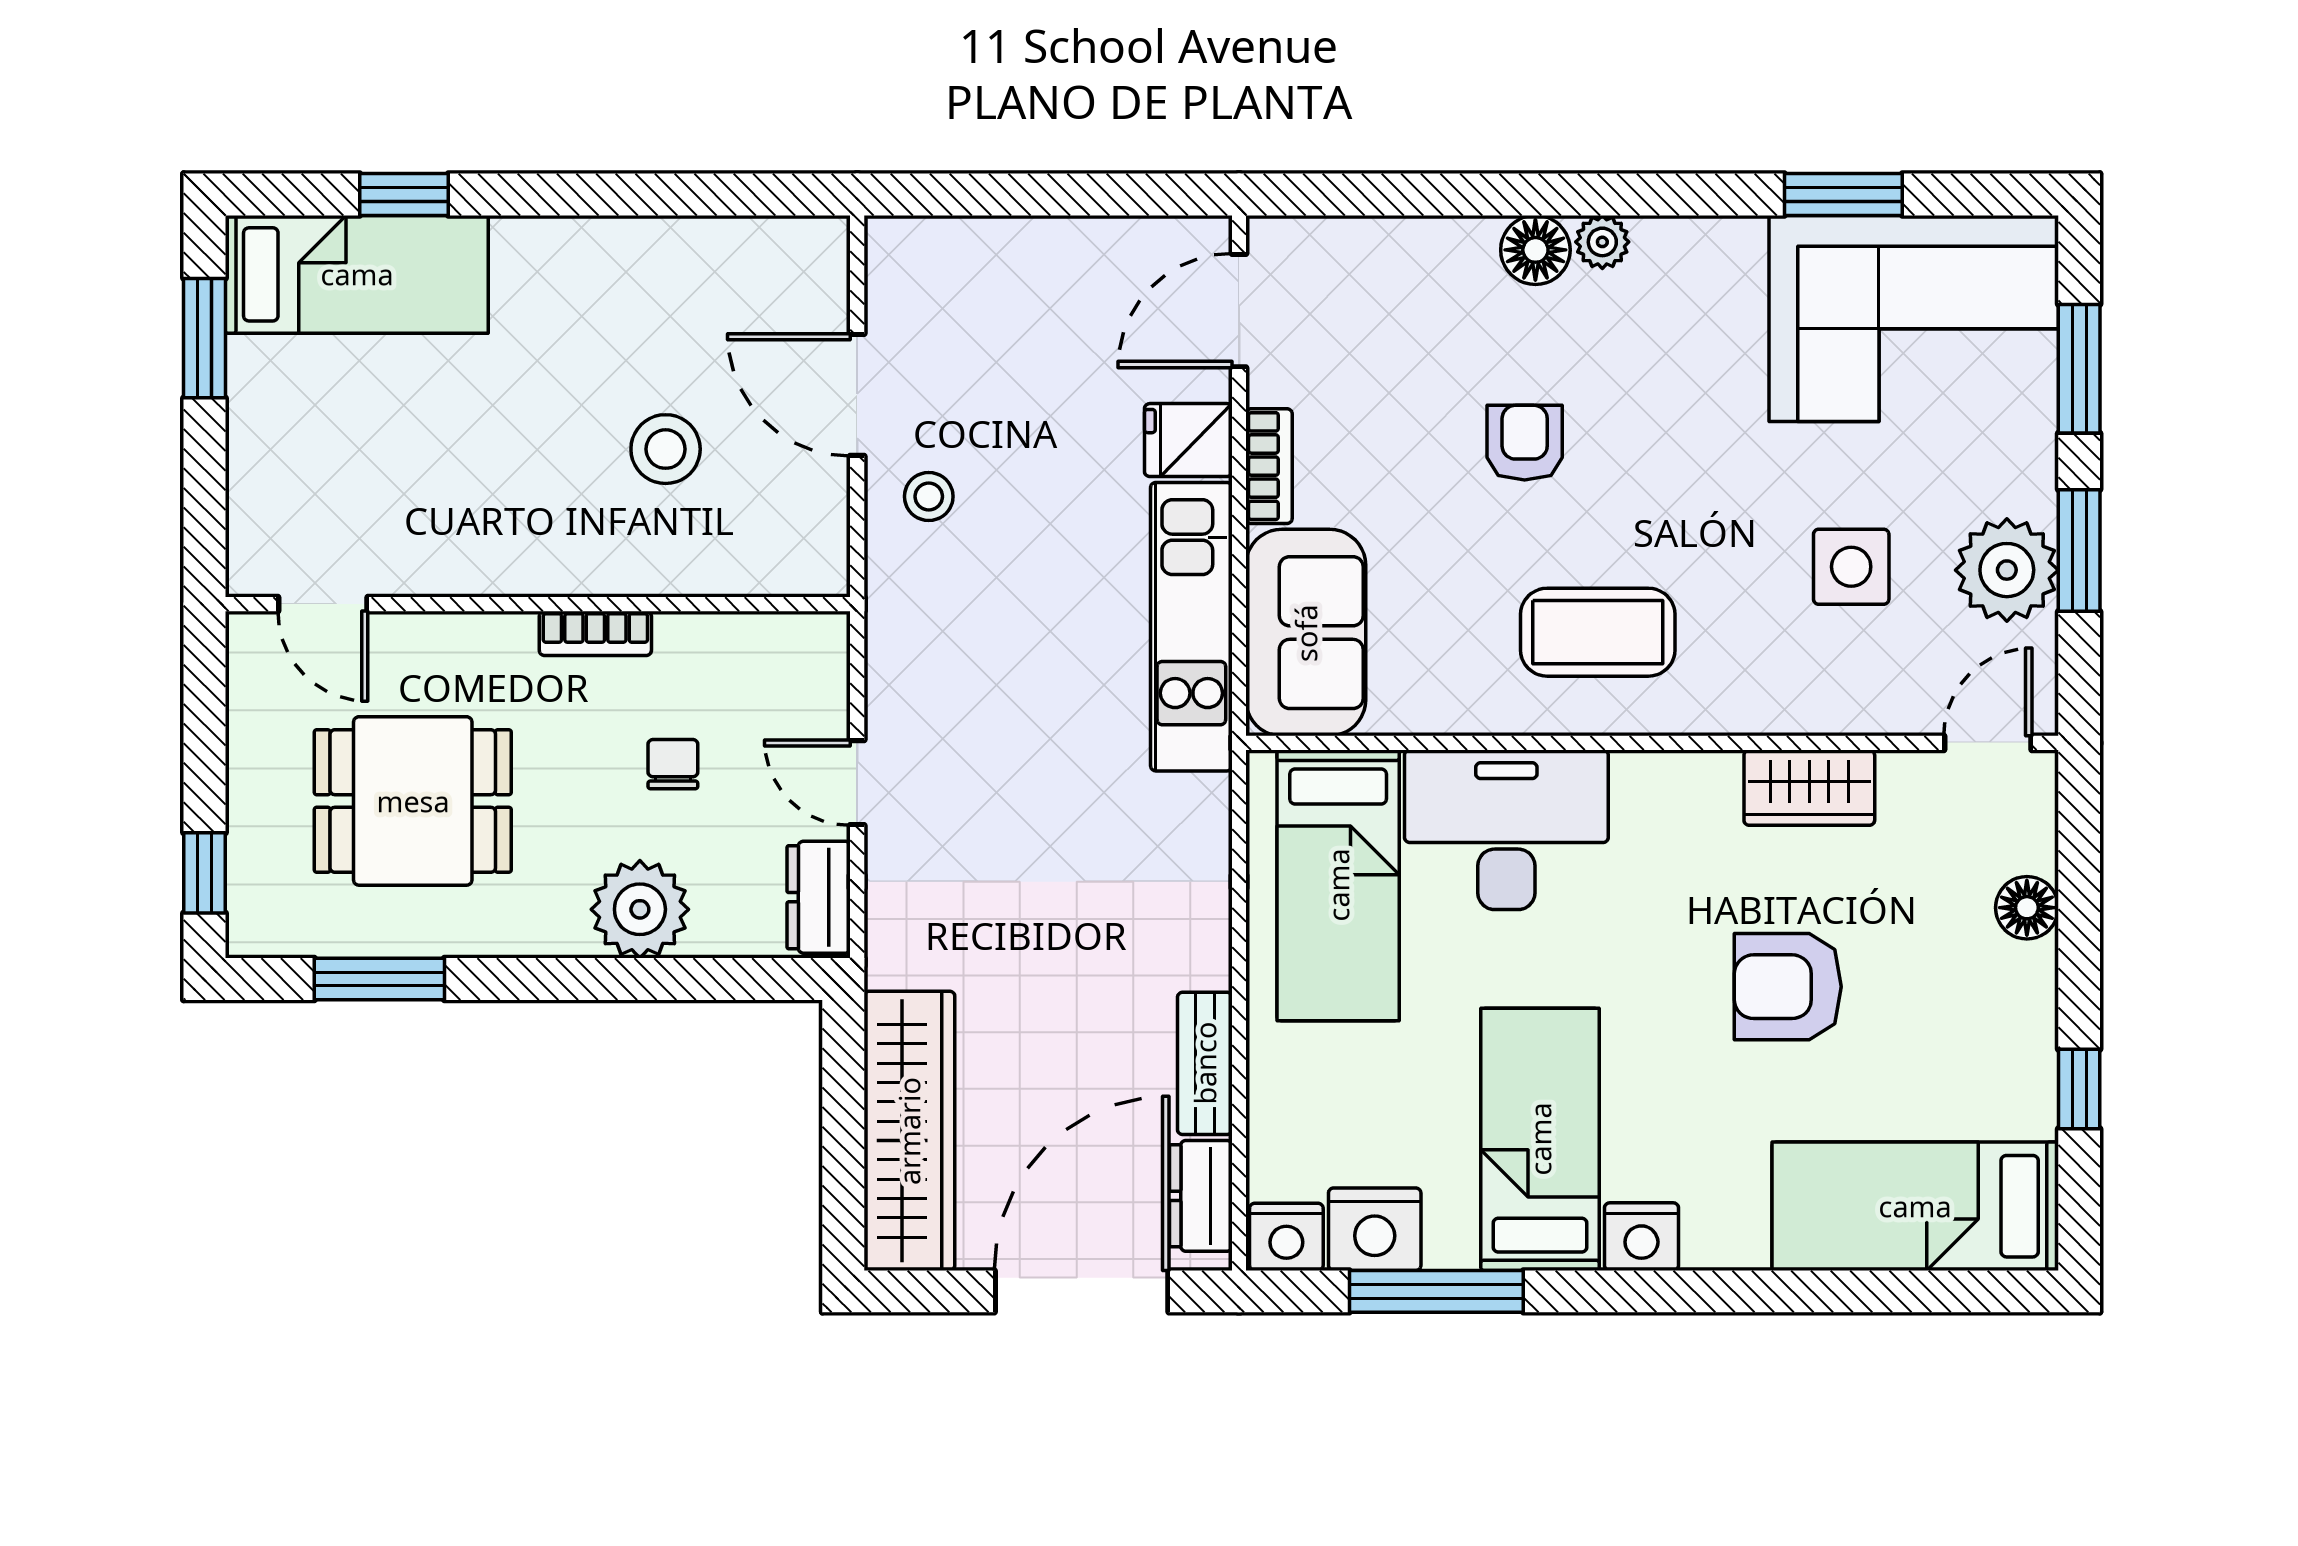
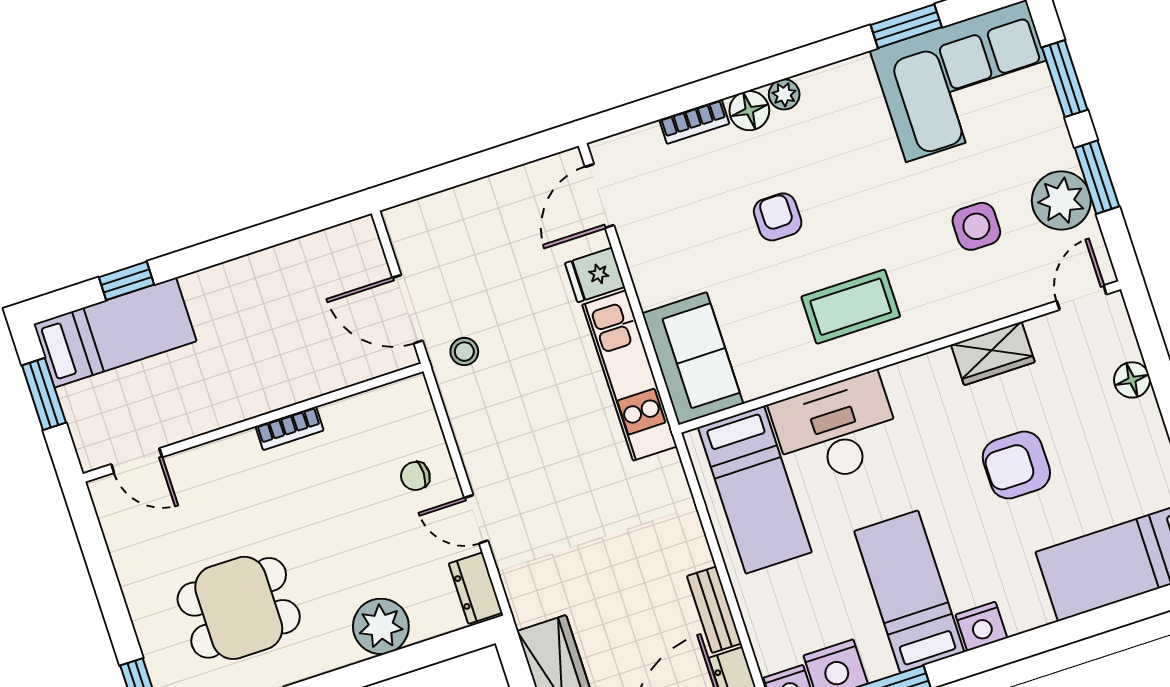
stool: (666, 449) -> (313, 372), removed
bookcase: (1269, 466) -> (694, 122), moved, turned 90
door: (323, 604) -> (137, 461), moved
wall: (538, 604) -> (253, 423), moved
bookcase: (595, 633) -> (289, 428), moved
chair: (673, 764) -> (415, 476), moved, turned -90

